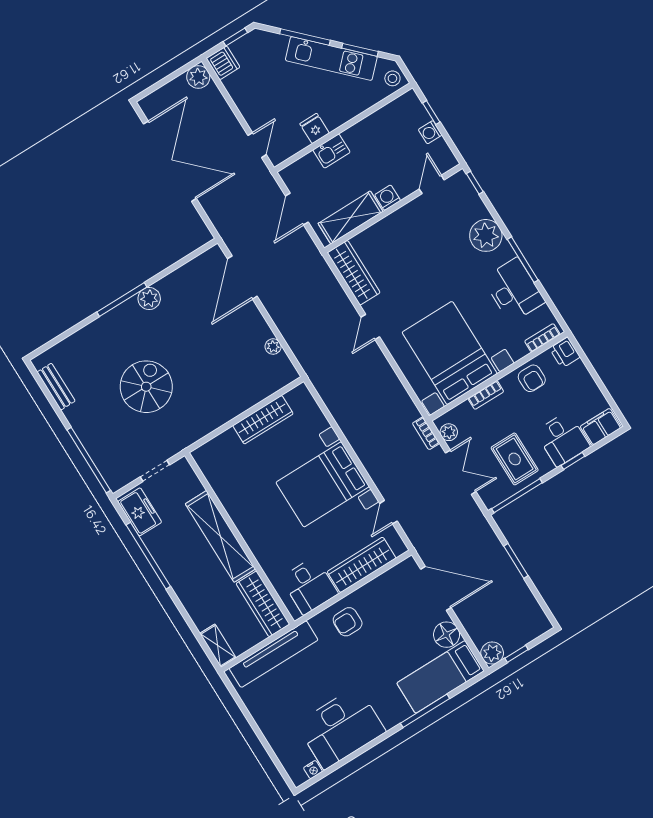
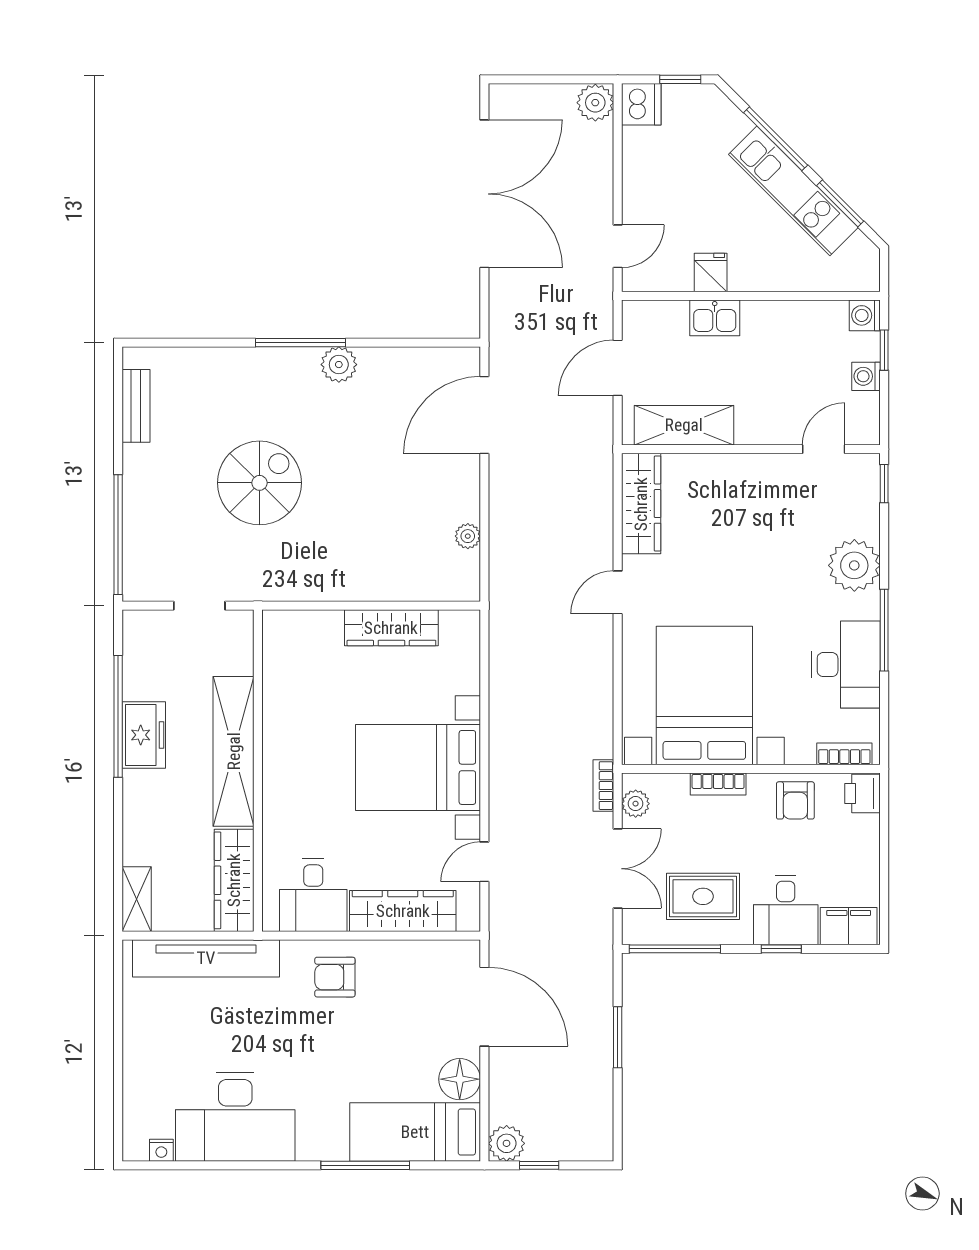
stool: (392, 78) -> (860, 270), removed
washing machine: (388, 198) -> (865, 315), moved, turned -90
rug: (515, 459) -> (703, 896), turned 90
freezer: (140, 512) -> (144, 735), moved

